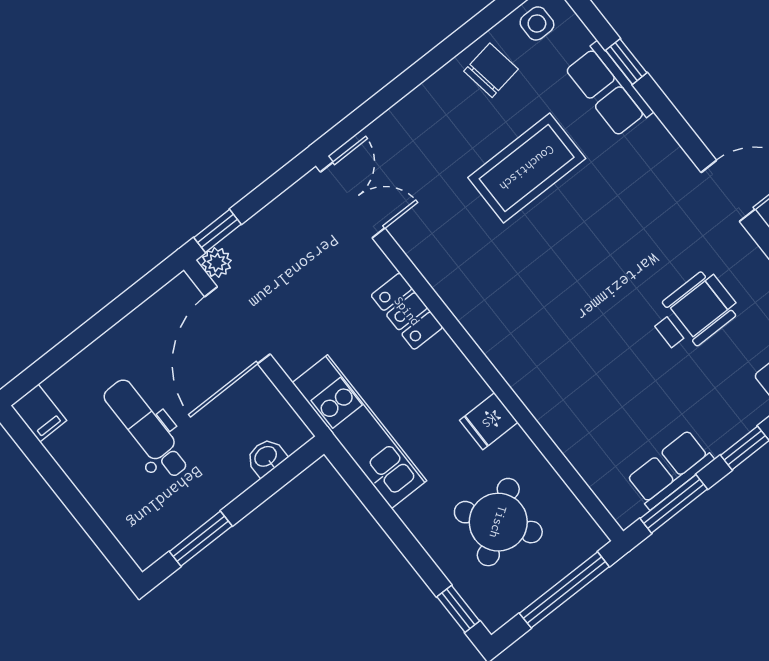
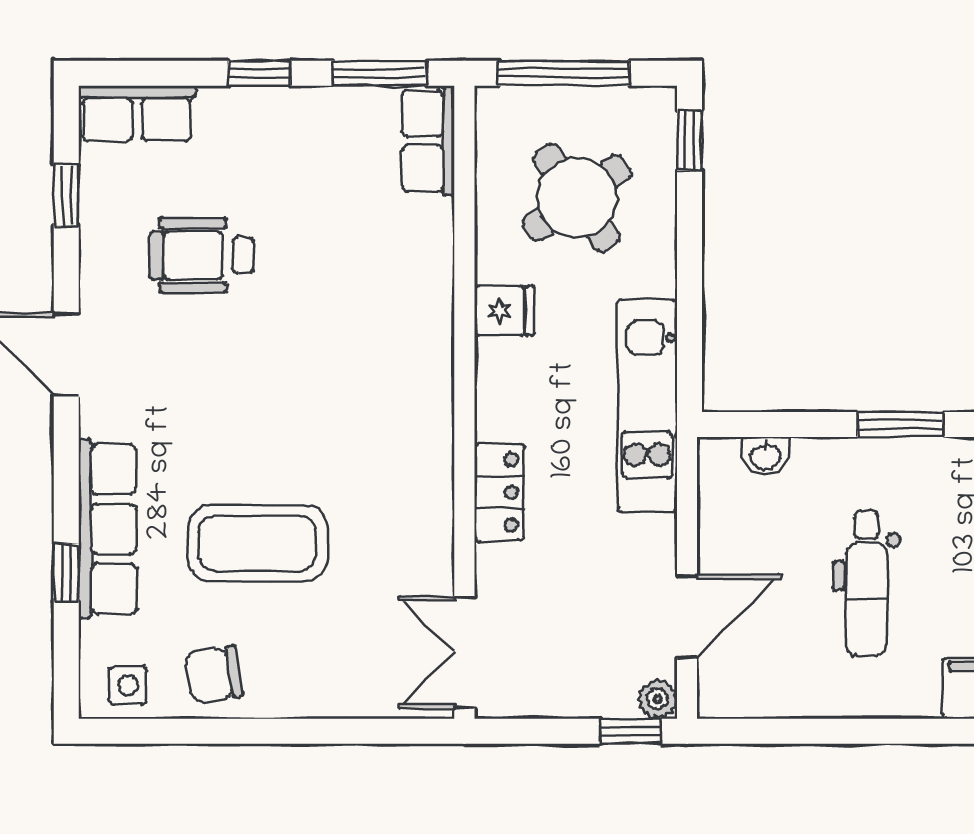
row of seats: (609, 90) -> (107, 529), width x1.48
door: (237, 325) -> (687, 616), width x0.73
row of seats: (670, 469) -> (428, 141), moved, turned 90

